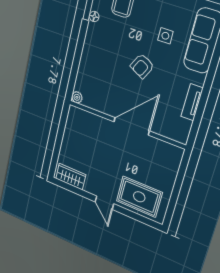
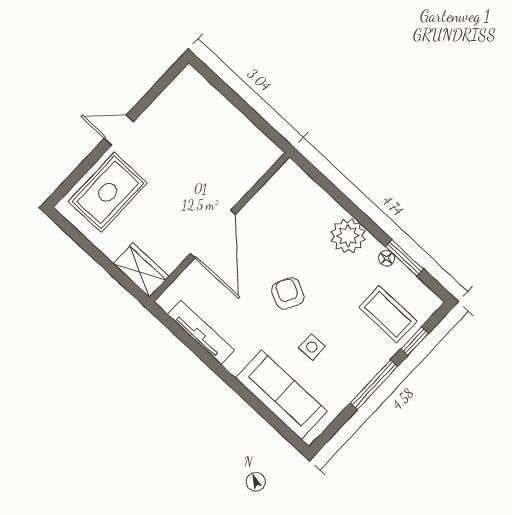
plant: (77, 97) -> (348, 236), moved, width x1.87, depth x1.87
tv unit: (192, 102) -> (201, 332), width x1.41
wardrobe: (71, 177) -> (141, 270), moved, turned -90

